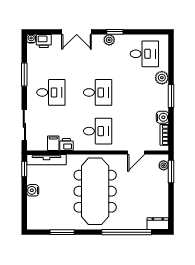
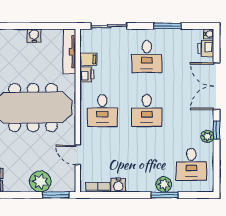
double door: (77, 32) -> (217, 86), width x1.37
plant: (109, 40) -> (207, 136), moved
window: (171, 96) -> (165, 195), moved
plant: (164, 165) -> (40, 181), moved, width x1.88, depth x1.88
window: (24, 169) -> (59, 26), removed

